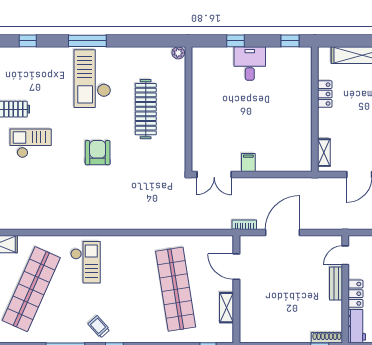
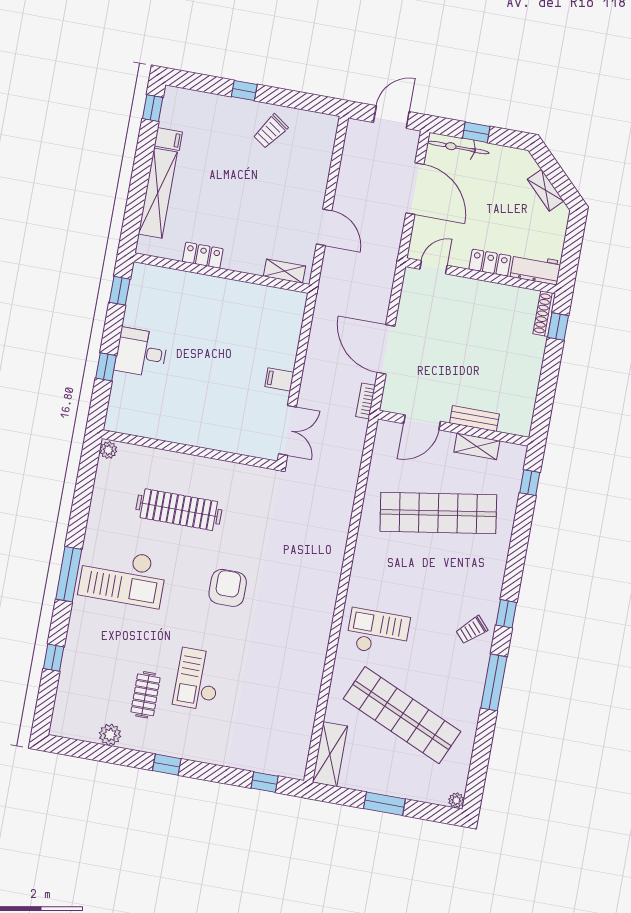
armchair: (98, 153) -> (228, 588), turned 90
door: (345, 255) -> (434, 267), swing flipped
bench: (336, 283) -> (474, 419), moved

